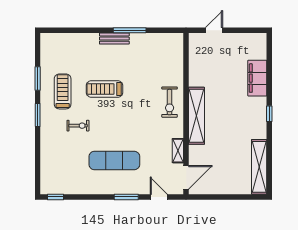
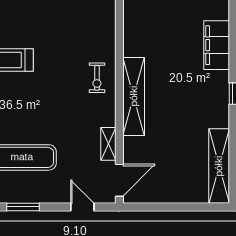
exercise bike: (170, 102) -> (97, 78), width x0.73, depth x0.72
window: (126, 197) -> (23, 207), moved

